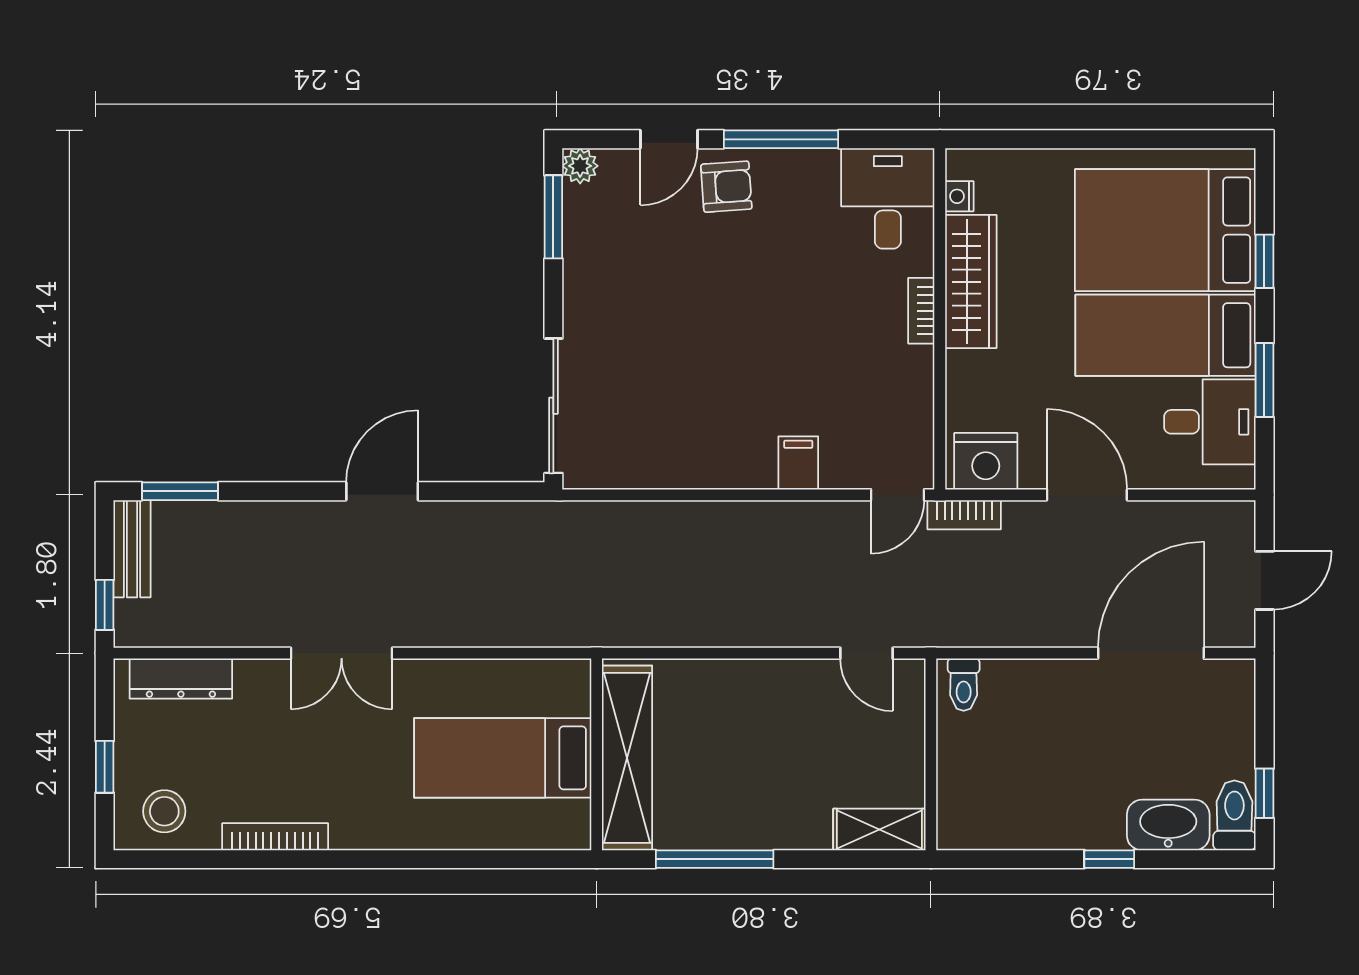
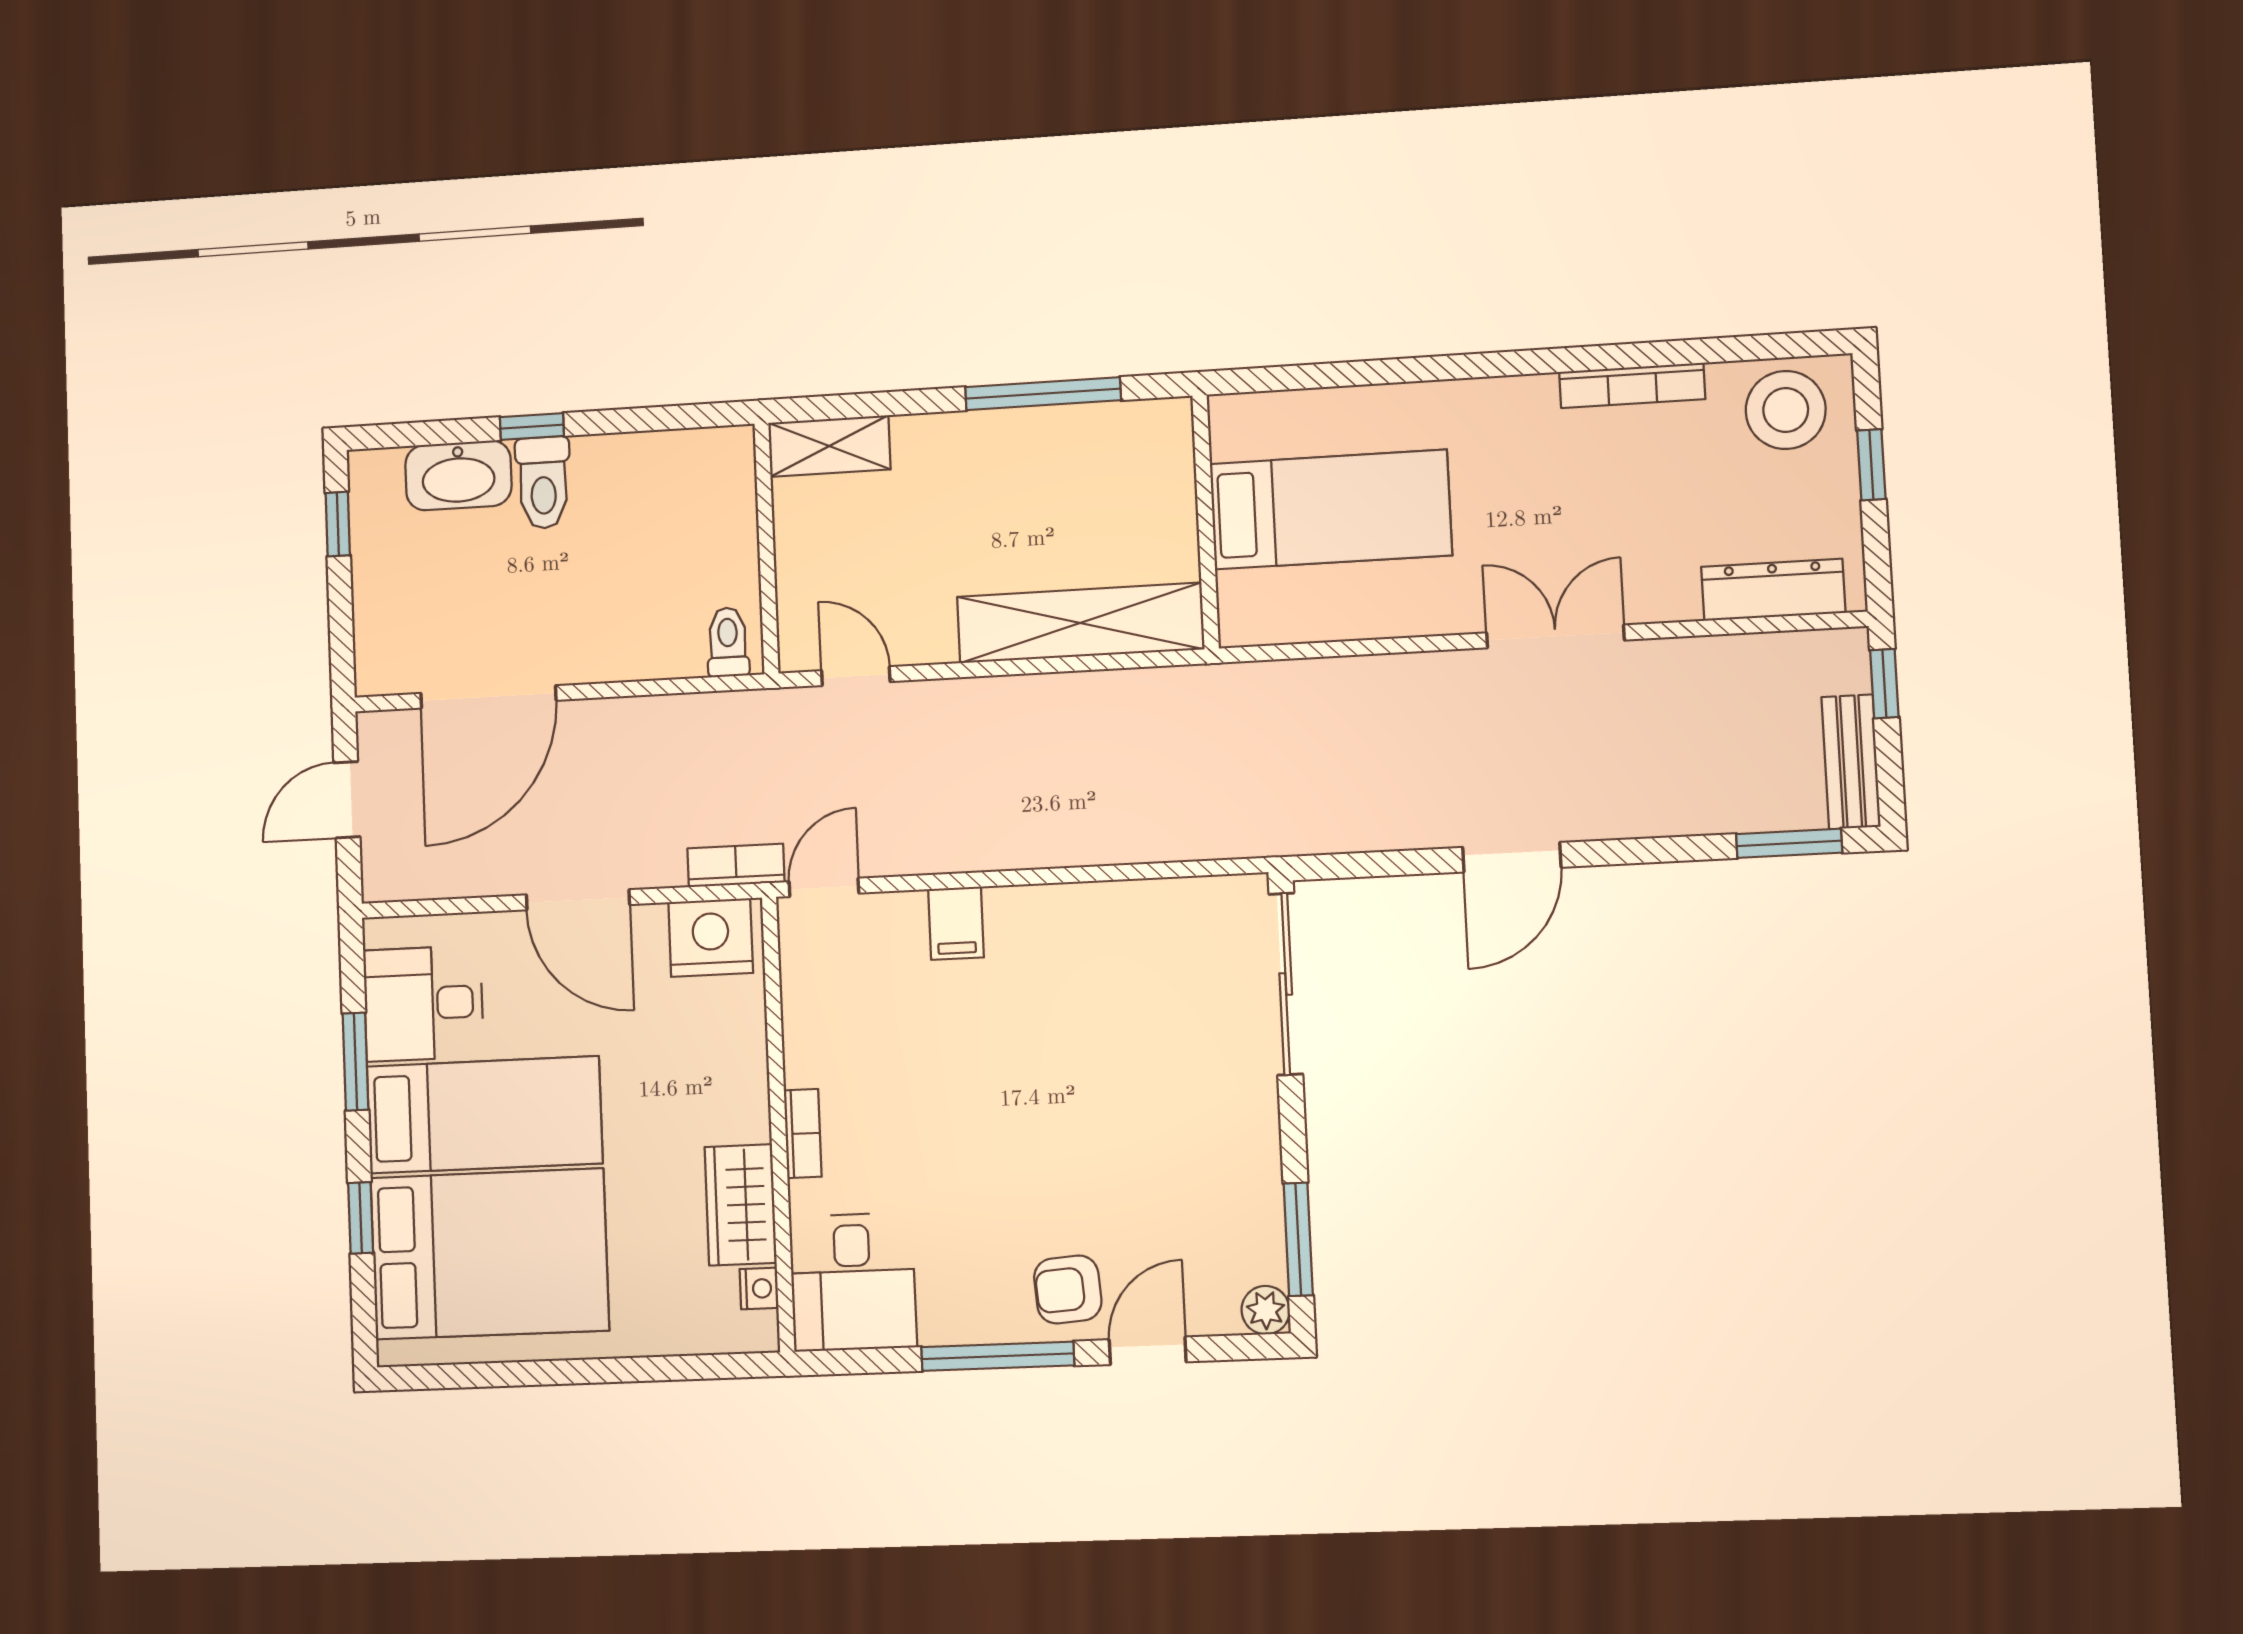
wardrobe: (971, 282) -> (741, 1205), width x0.67
shelving: (627, 758) -> (1080, 623), moved, turned 90
stool: (164, 811) -> (1786, 410), width x1.38, depth x1.38
toilet: (1234, 815) -> (543, 483), moved

